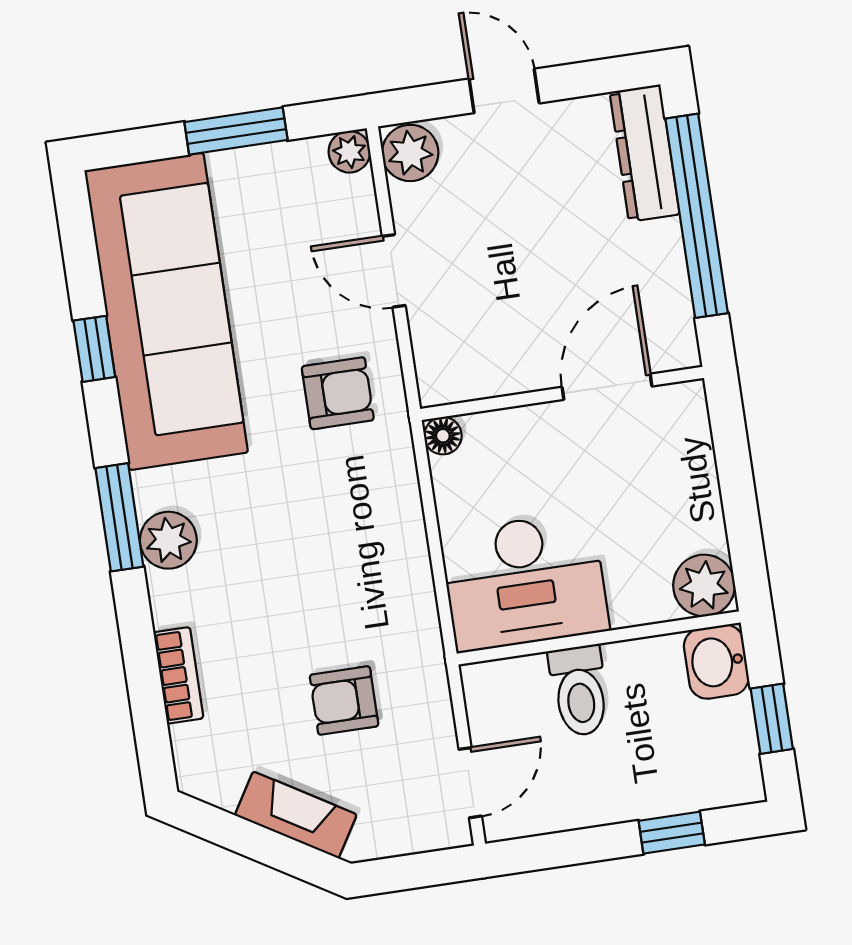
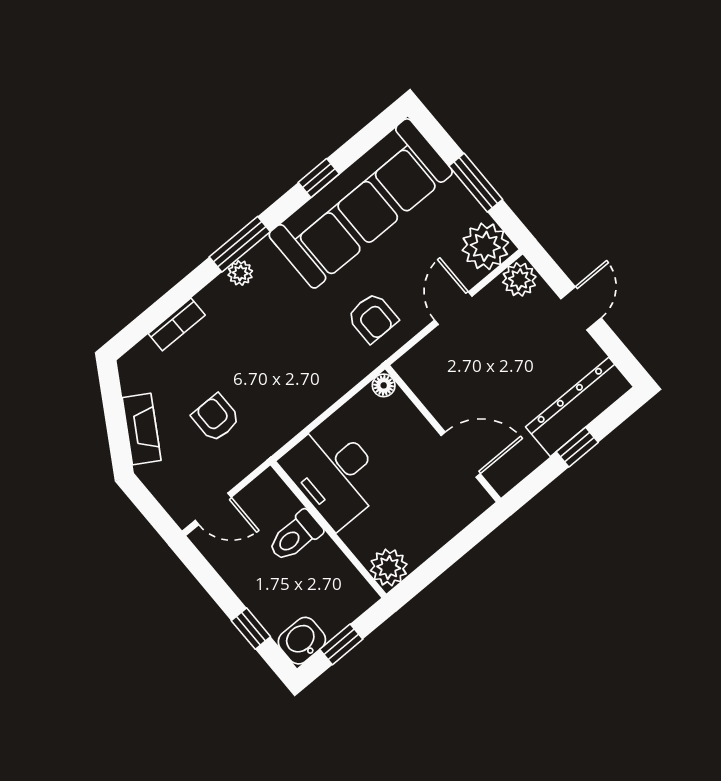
plant: (349, 152) -> (485, 246), width x1.88, depth x1.88
dresser: (645, 153) -> (580, 407), width x1.37, depth x1.24
window: (697, 216) -> (577, 447), width x0.32
plant: (168, 540) -> (240, 273), width x0.73, depth x0.73
washbasin: (716, 662) -> (302, 641), moved

